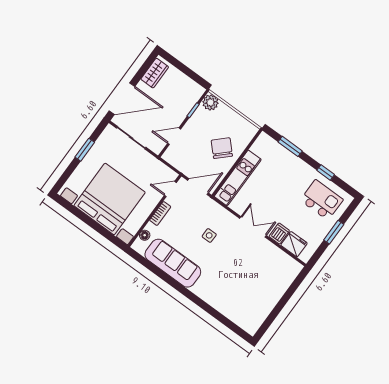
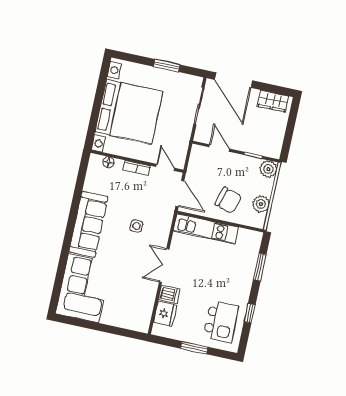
plant: (237, 122) -> (261, 204), added
chair: (222, 148) -> (228, 200), turned 61
double door: (253, 227) -> (164, 265), swing flipped
sofa: (173, 263) -> (88, 224), moved
corner sofa: (242, 304) -> (83, 288), added

